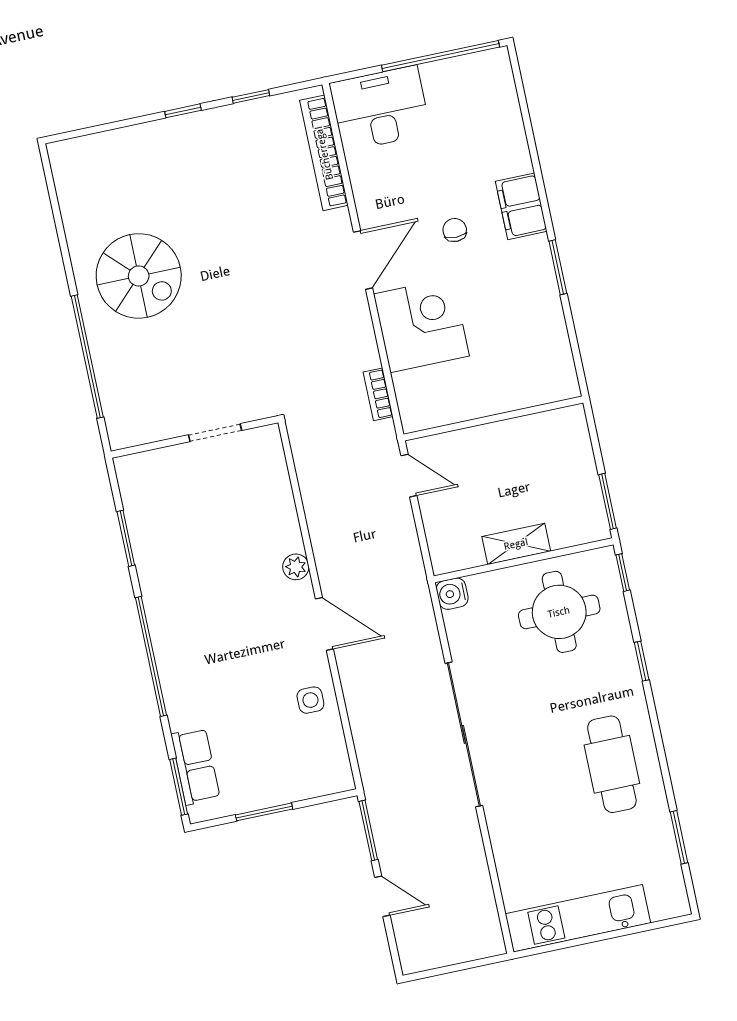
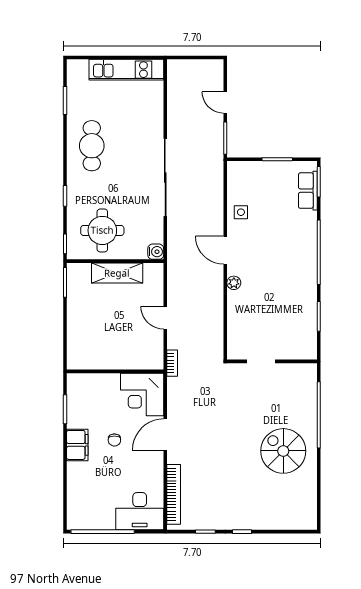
wall: (493, 419) -> (115, 371), moved
shelving: (516, 544) -> (117, 273), width x1.50, depth x1.33

